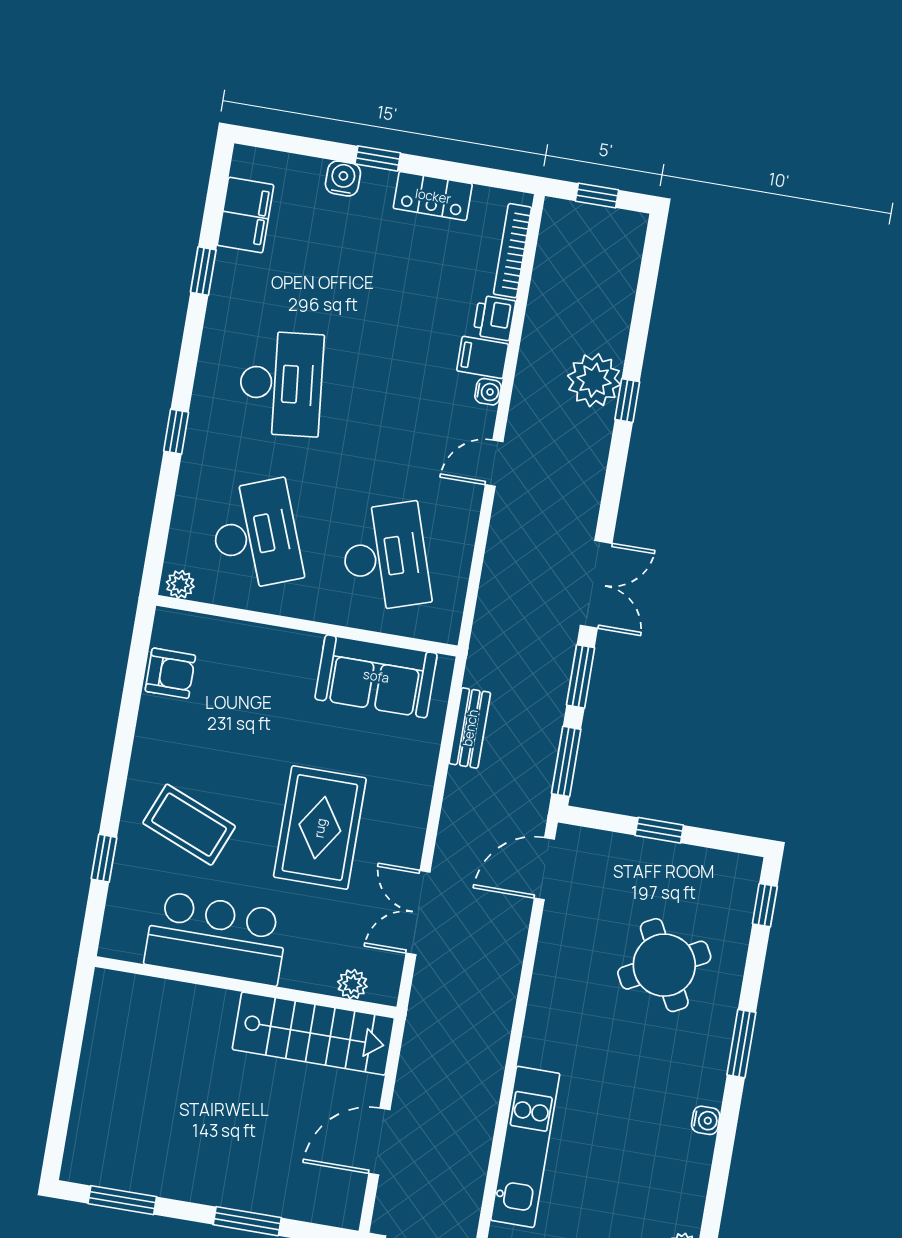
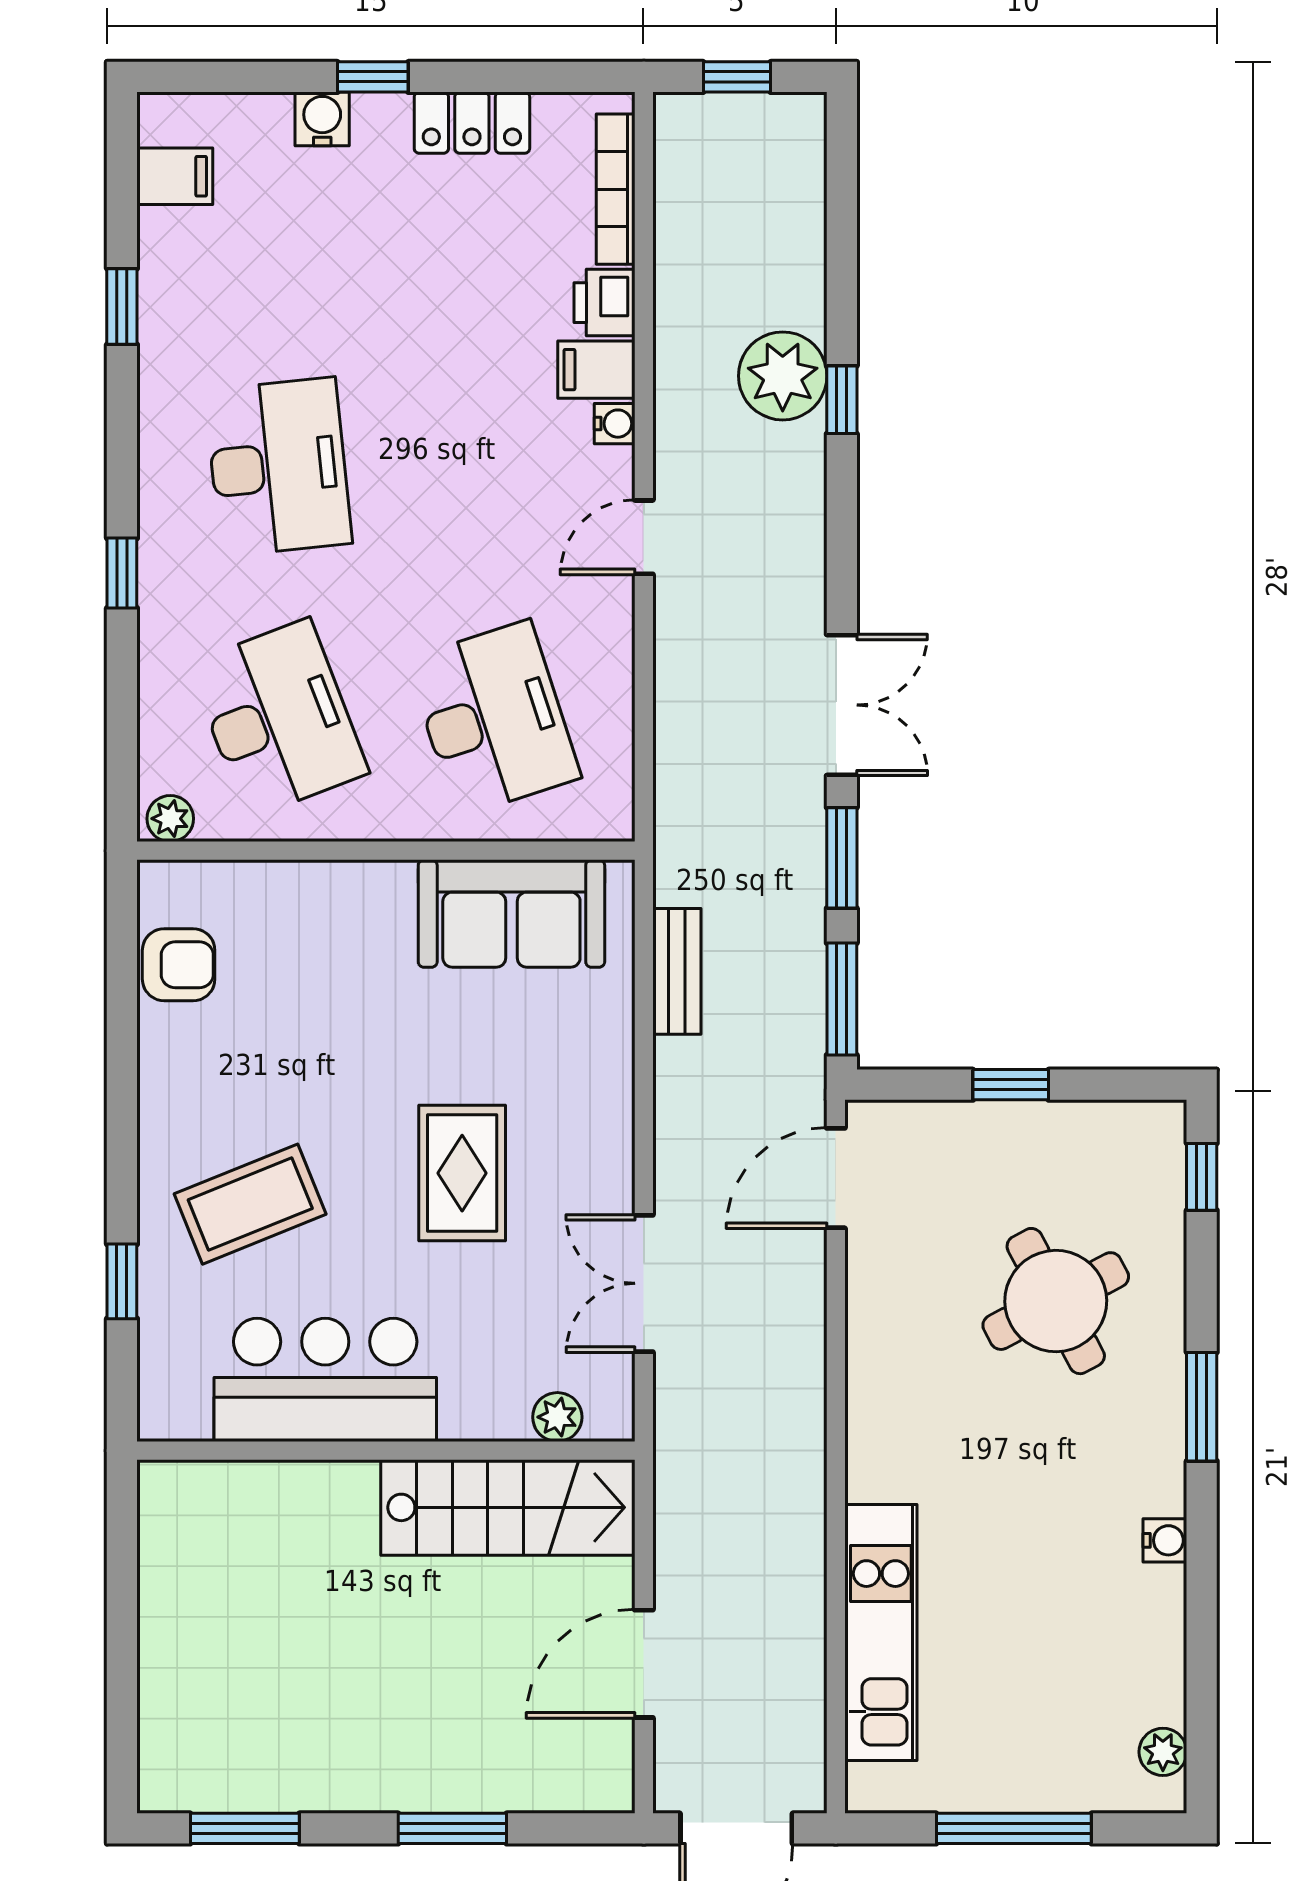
filing cabinet: (245, 215) -> (175, 176), width x0.50
coffee table: (189, 825) -> (250, 1204), turned -44
rug: (320, 828) -> (462, 1173), width x0.73, depth x0.70

